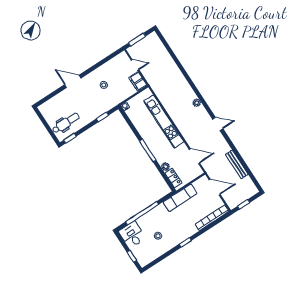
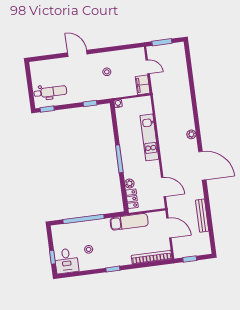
kitchen unit: (164, 121) -> (149, 137), width x0.73
door: (218, 124) -> (202, 166), width x1.87
desk: (132, 235) -> (66, 261), moved, turned 180

